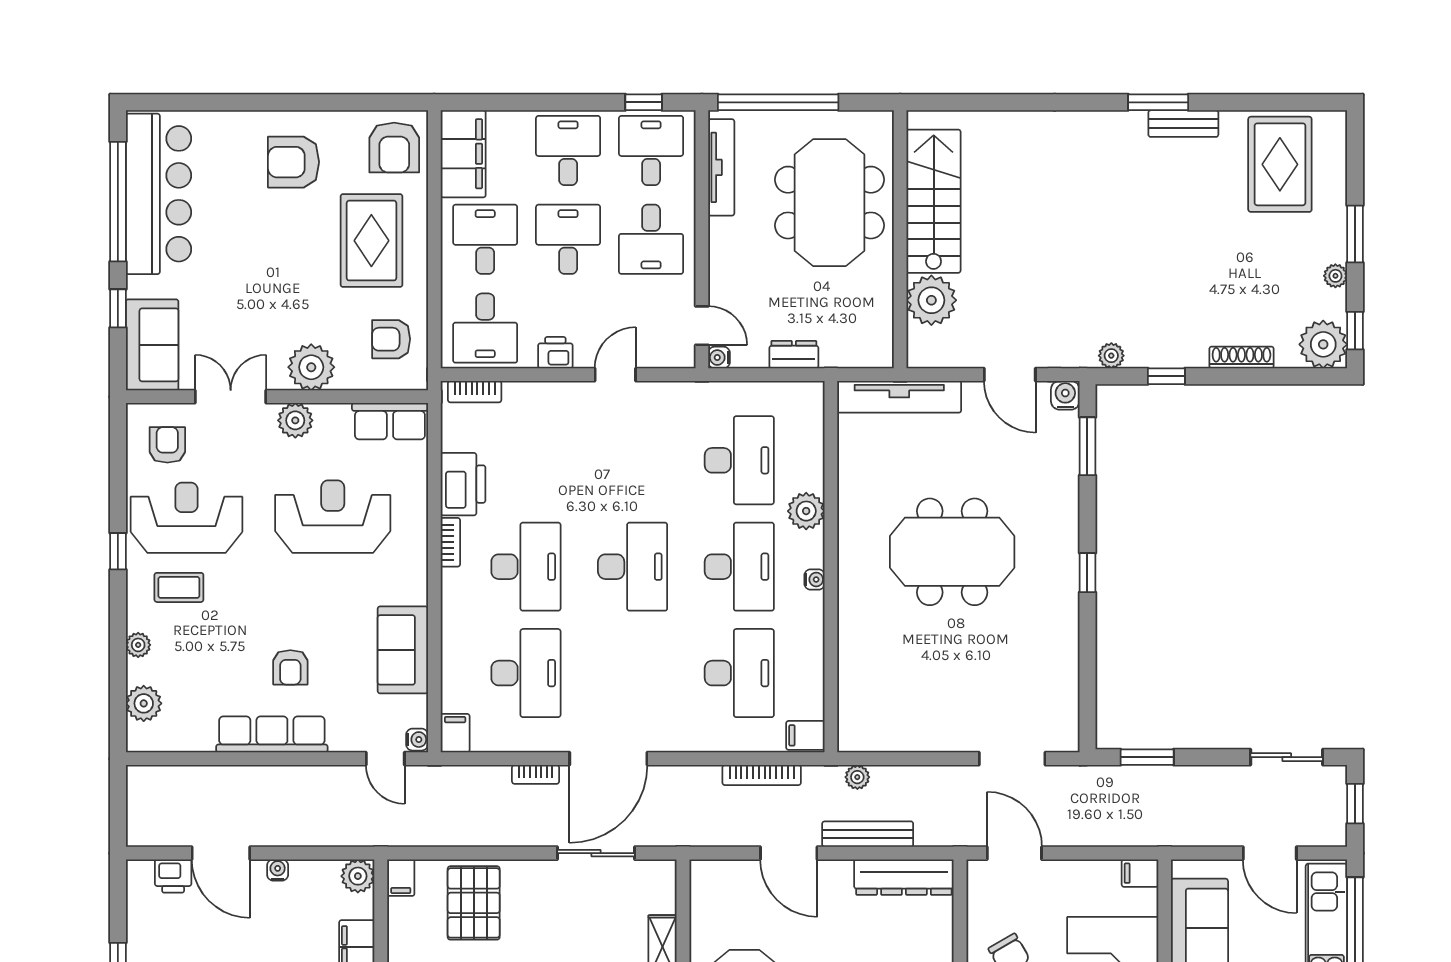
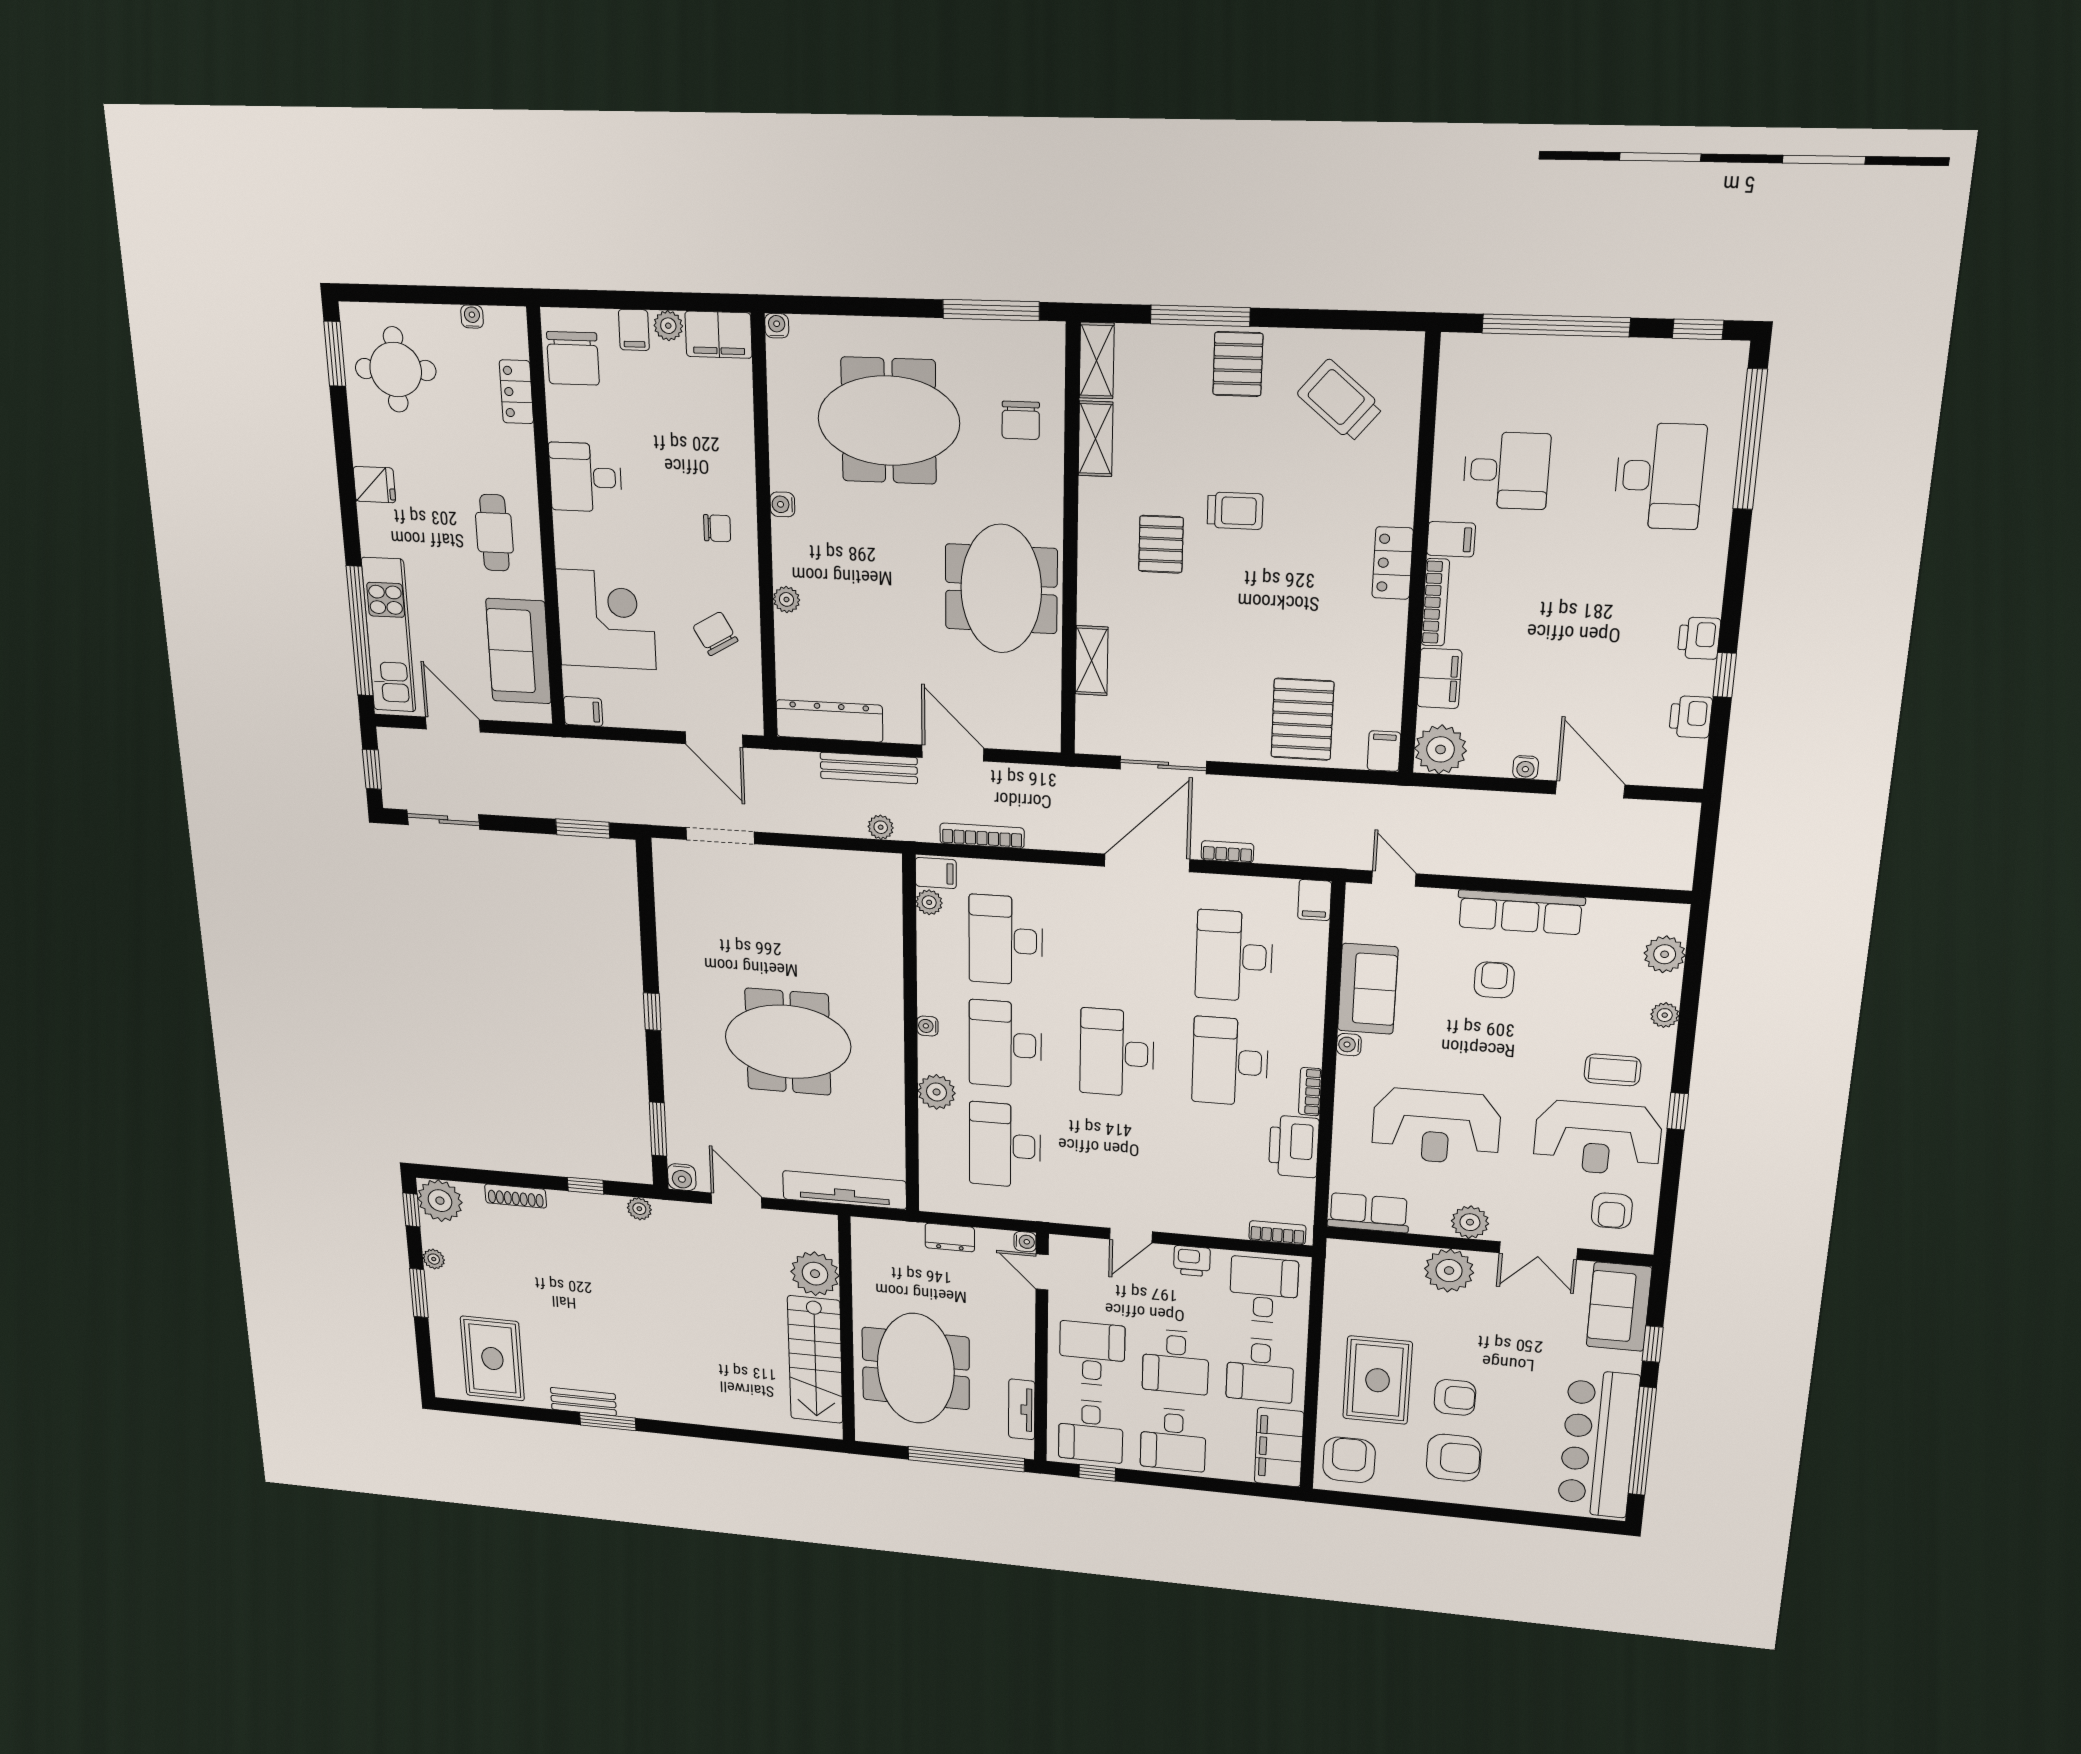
tv unit: (721, 167) -> (1022, 1409), width x0.71
armchair: (391, 339) -> (1455, 1397), moved
plant: (812, 706) -> (929, 902), added
water cooler: (417, 740) -> (1349, 1045), moved
printer: (173, 876) -> (1691, 717), moved, turned -90
plant: (358, 876) -> (1441, 749), width x1.36, depth x1.36

